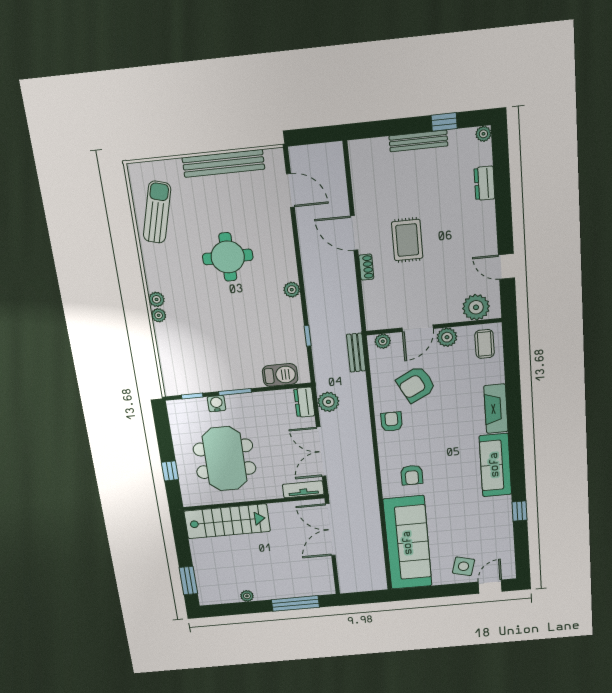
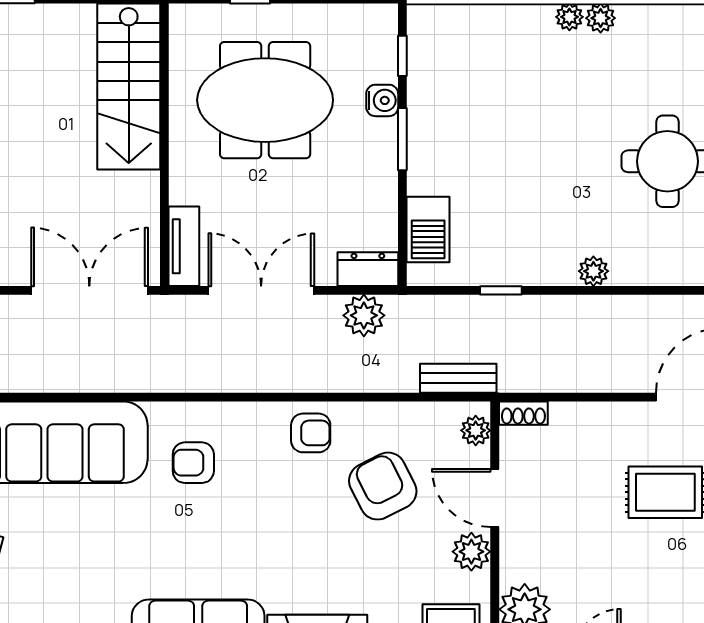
shoe rack: (366, 267) -> (523, 413), moved

